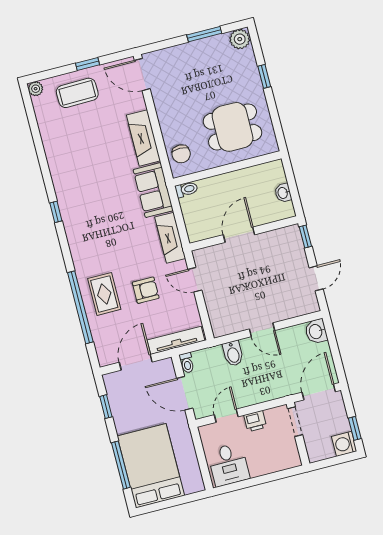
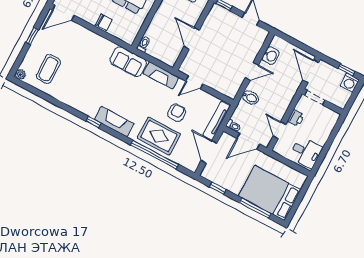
coffee table: (77, 93) -> (48, 69), moved
fireplace: (143, 138) -> (114, 122), moved, turned 180
chair: (181, 154) -> (104, 22), moved
rug: (104, 294) -> (159, 136), width x1.36, depth x1.43
washbasin: (316, 331) -> (271, 56), moved, turned -90

